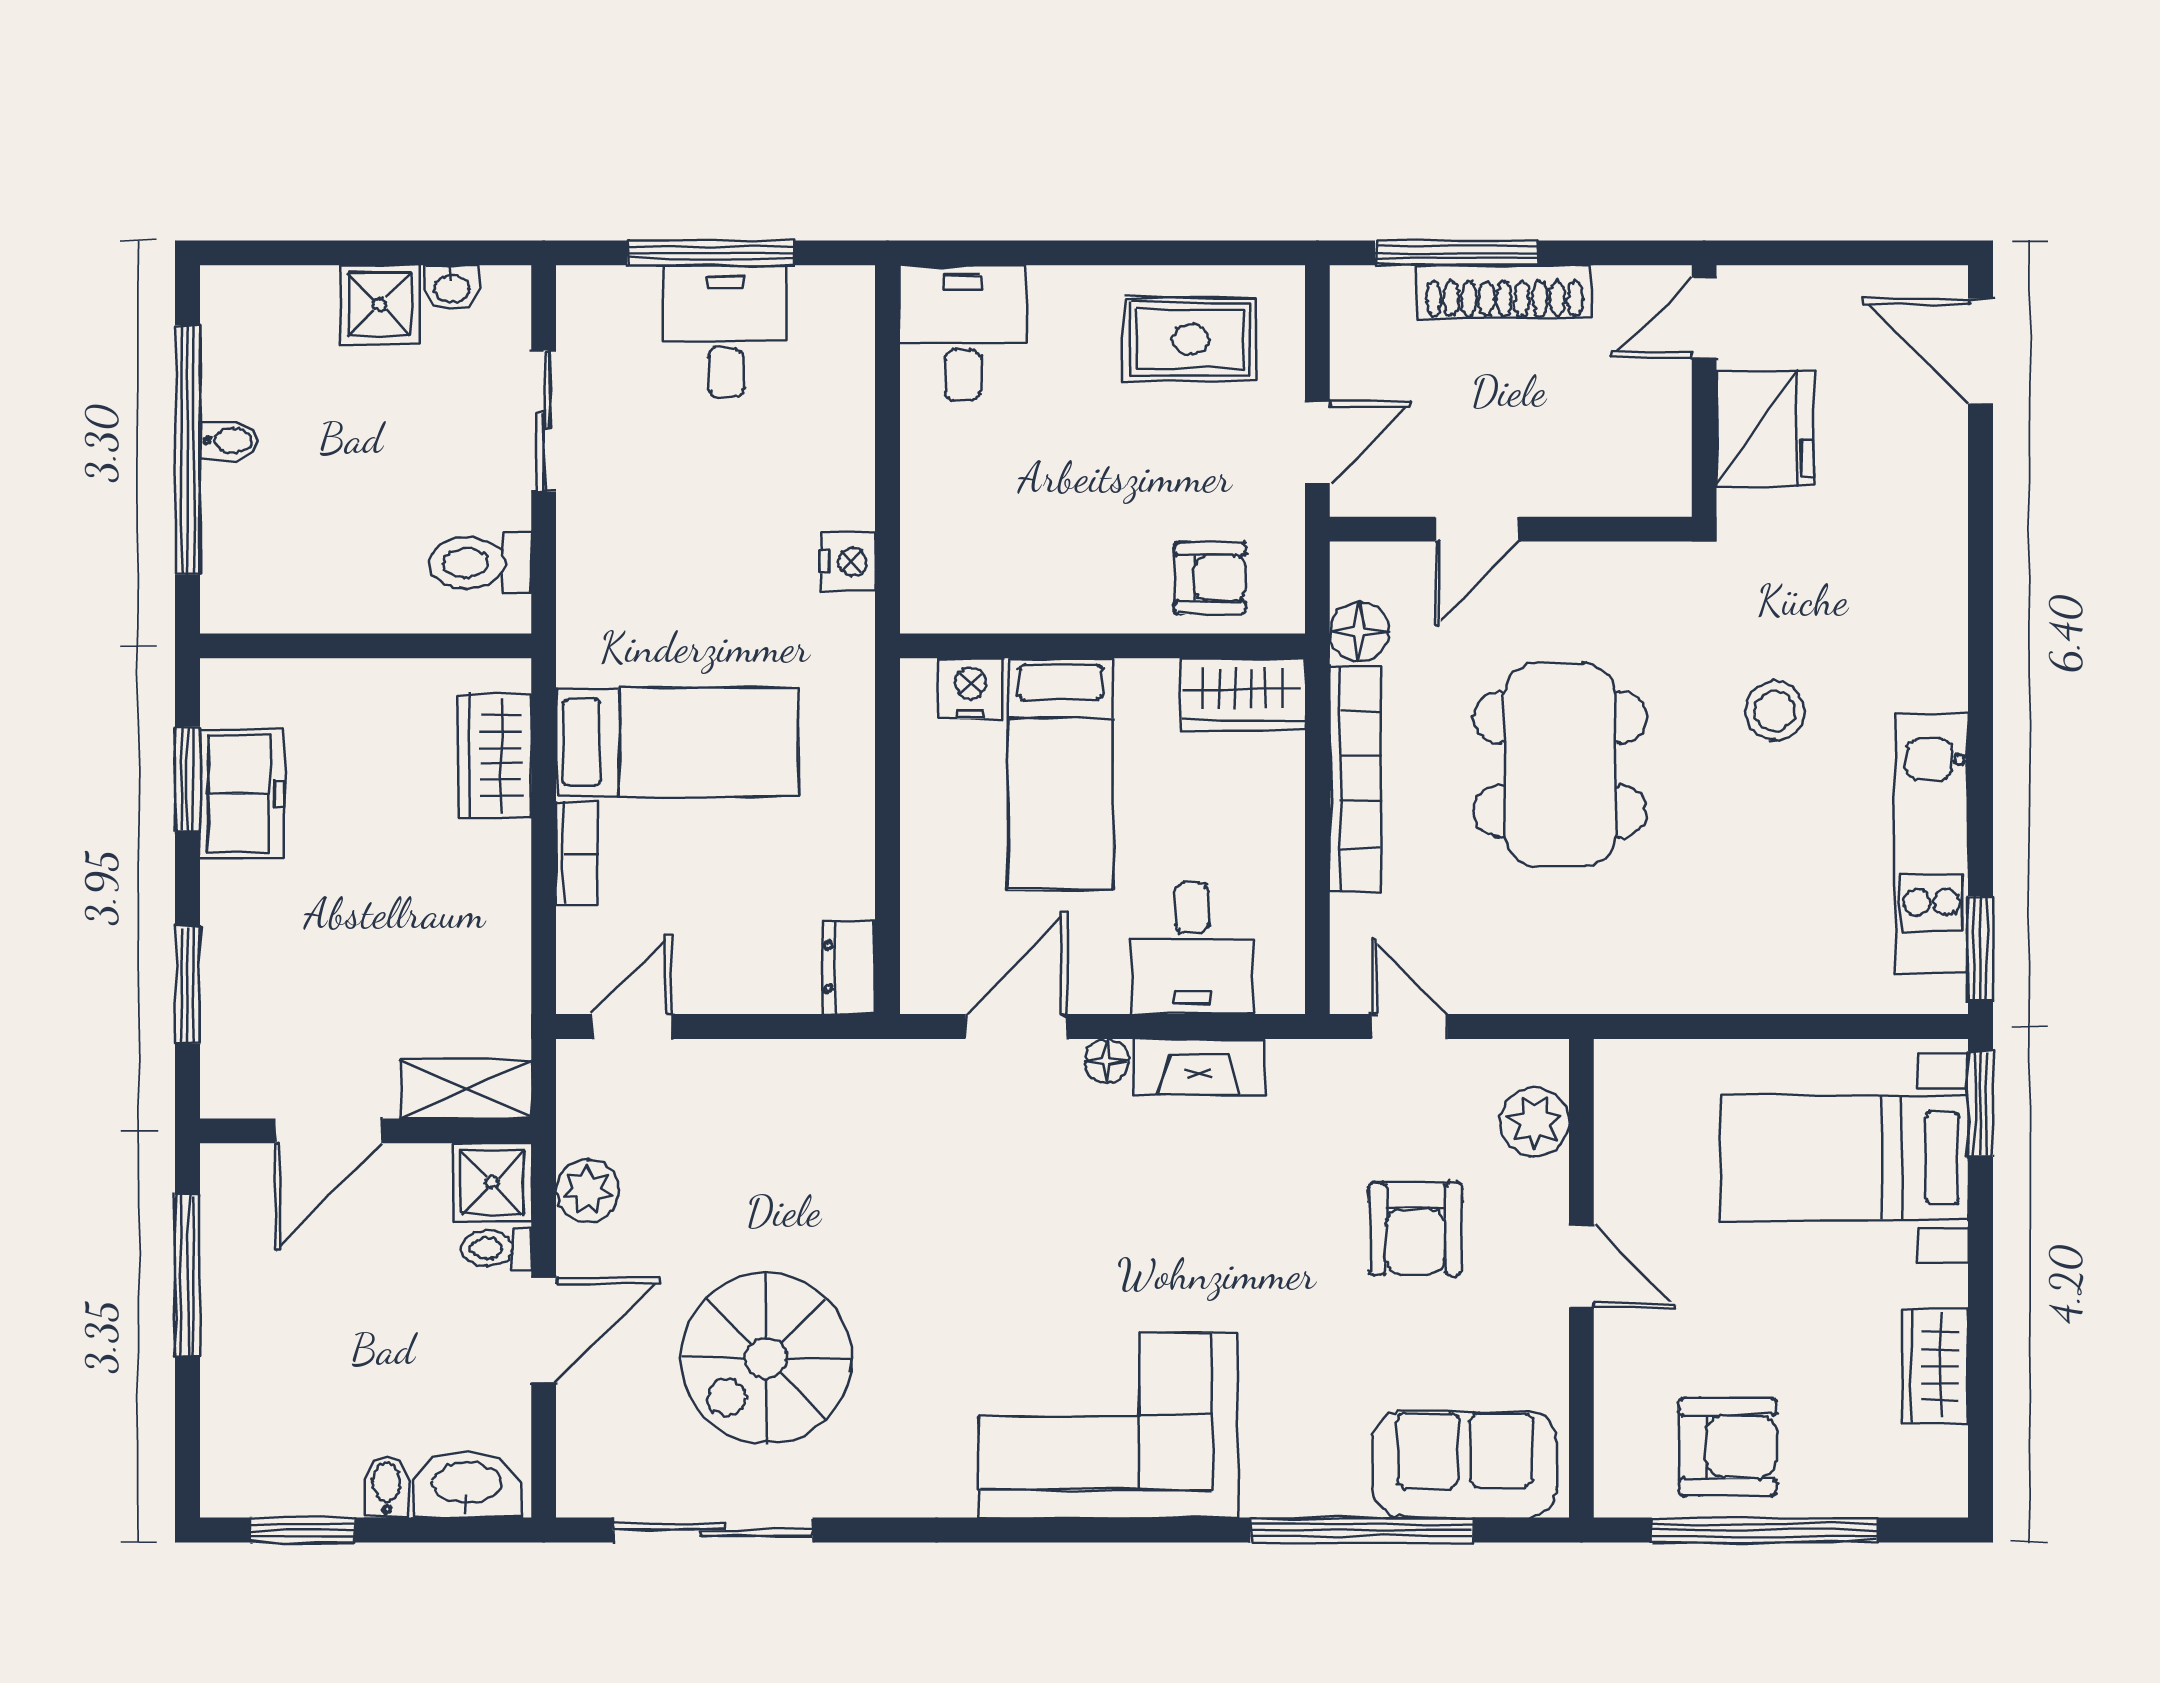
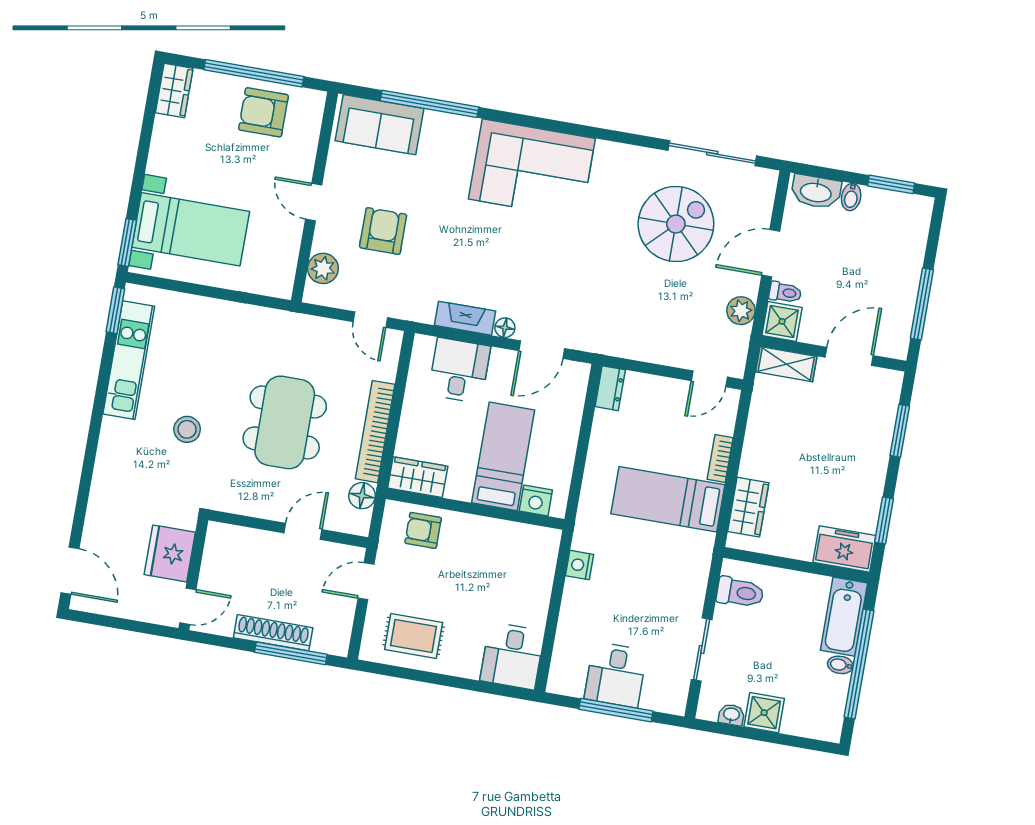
bathtub: (239, 549) -> (844, 617), added
freezer: (242, 794) -> (844, 549), moved, turned 90
wardrobe: (1935, 1366) -> (174, 91), moved

